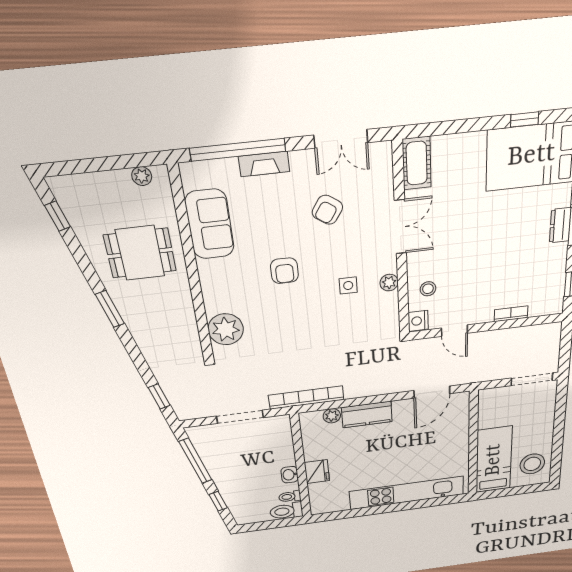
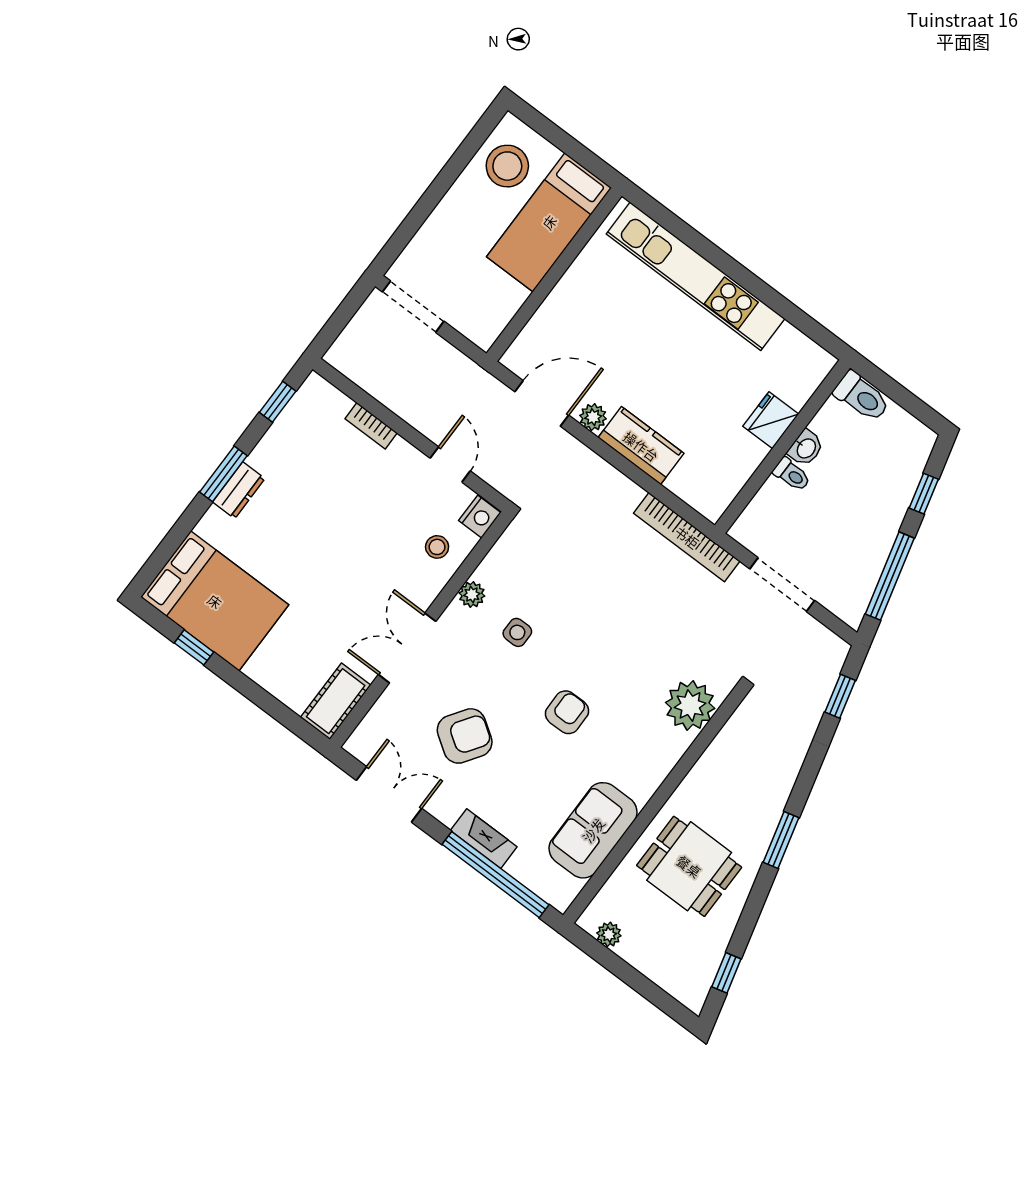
armchair: (327, 210) -> (465, 736), width x1.38, depth x1.38
plant: (332, 416) -> (593, 417), moved
toilet: (290, 497) -> (792, 474), moved

